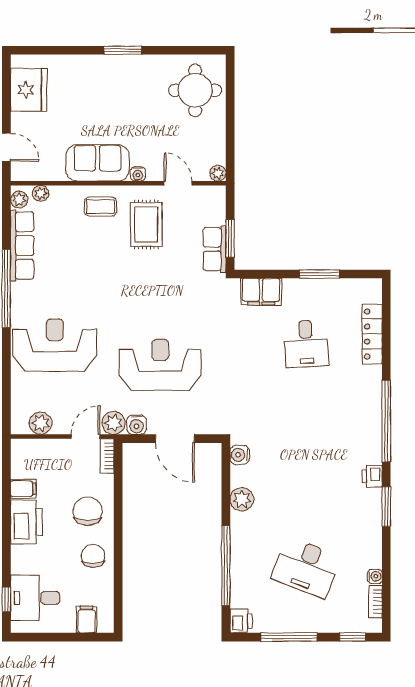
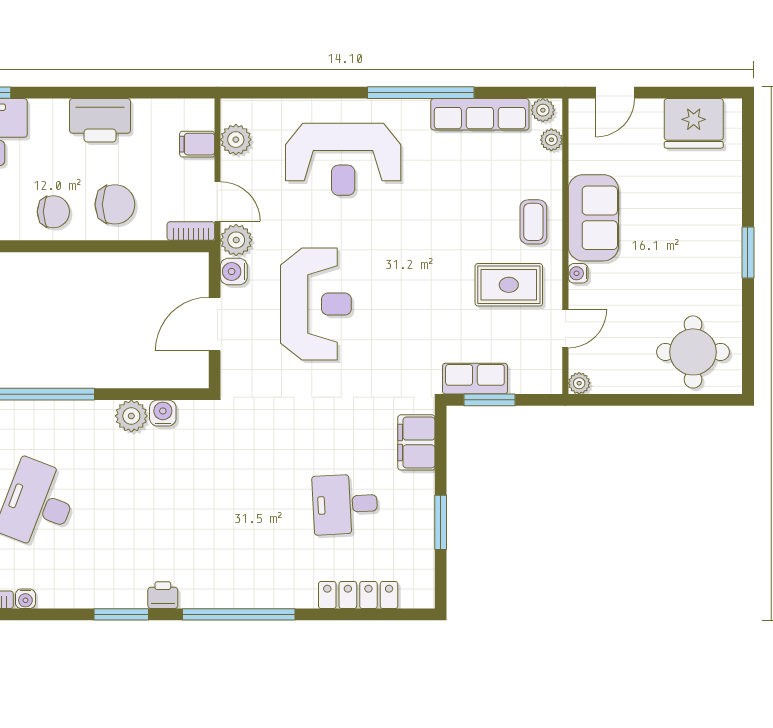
reception desk: (55, 345) -> (343, 159), turned 90
water cooler: (240, 455) -> (163, 413), moved
filing cabinet: (23, 489) -> (197, 144), moved, turned 90

